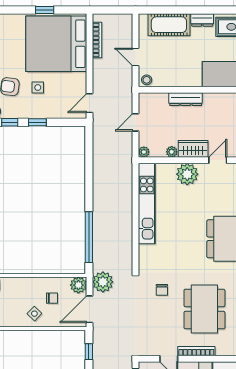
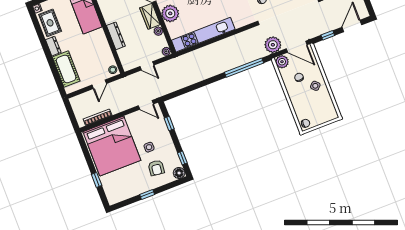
window: (45, 10) -> (97, 180), moved
window: (37, 122) -> (169, 124), moved

